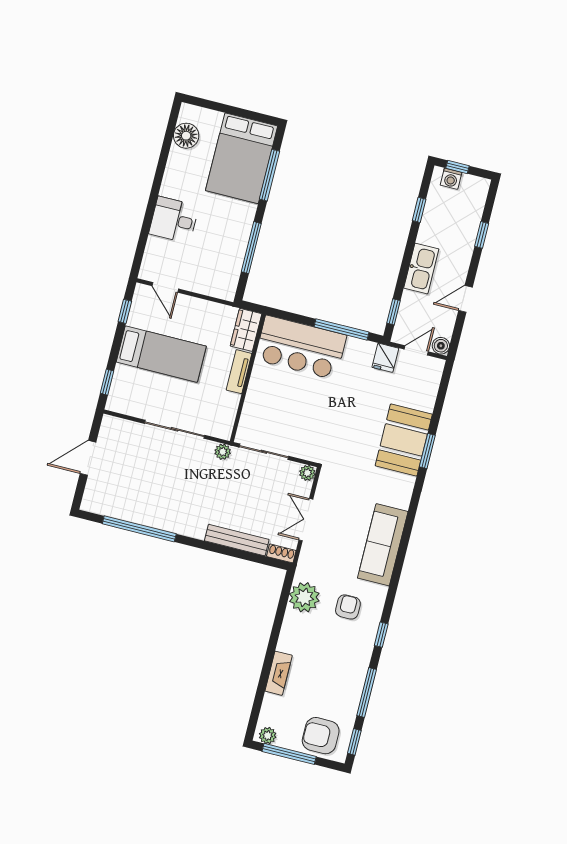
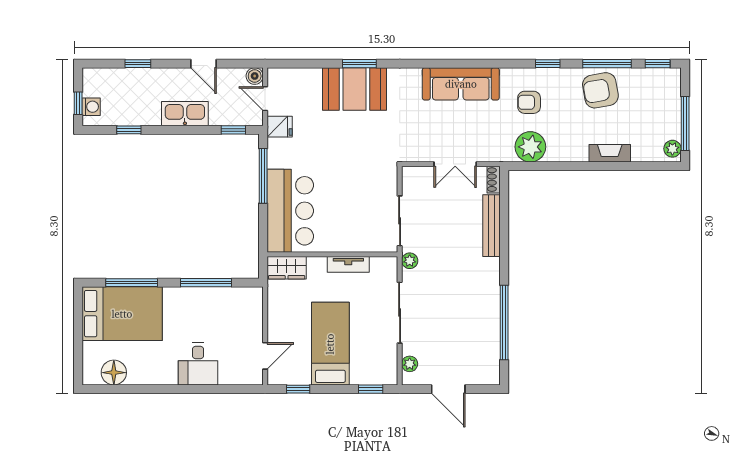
tv unit: (239, 372) -> (348, 264), moved
plant: (307, 473) -> (410, 364), moved
armchair: (321, 736) -> (600, 90), moved, turned 80

